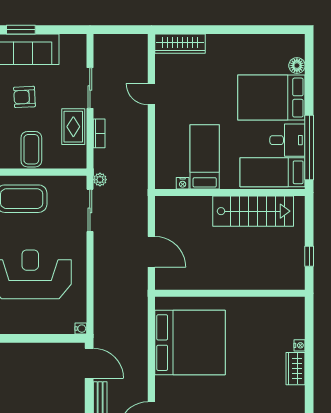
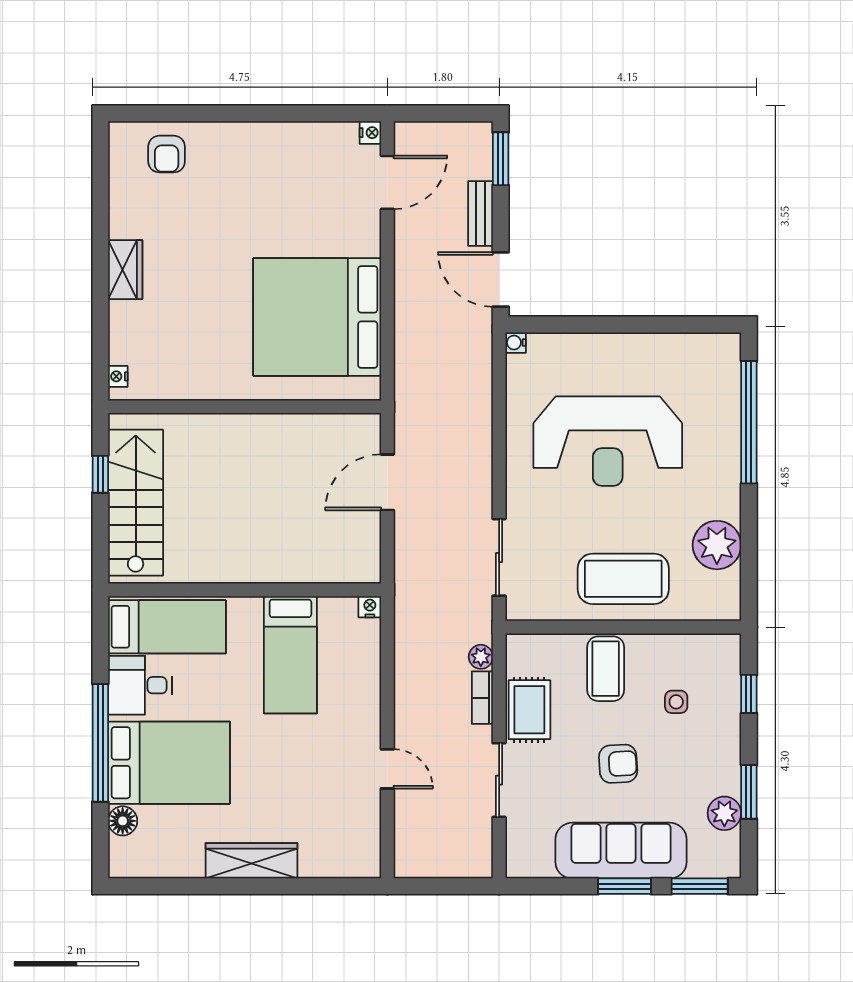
wardrobe: (180, 44) -> (252, 861), moved
window: (309, 147) -> (100, 743), moved
plant: (100, 180) -> (481, 657), moved
nightstand: (183, 183) -> (370, 607), moved
stairs: (253, 211) -> (136, 503), moved, turned 90
door: (151, 252) -> (387, 482), hinge flipped
nightstand: (300, 345) -> (118, 376), moved

